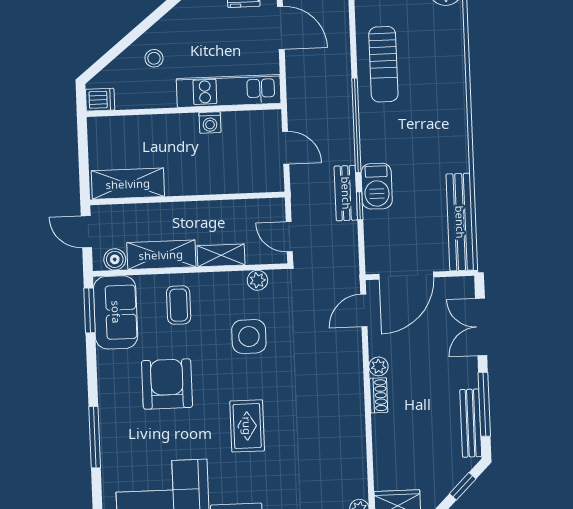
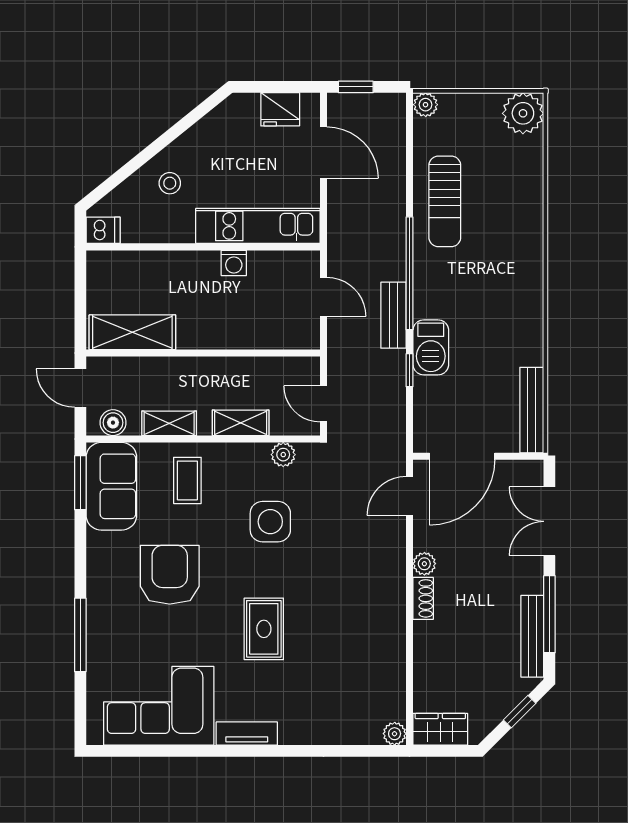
bench: (346, 193) -> (393, 315), moved
bench: (460, 222) -> (532, 410), width x0.73, depth x0.82
shelving: (161, 255) -> (169, 423), width x0.67, depth x0.75

